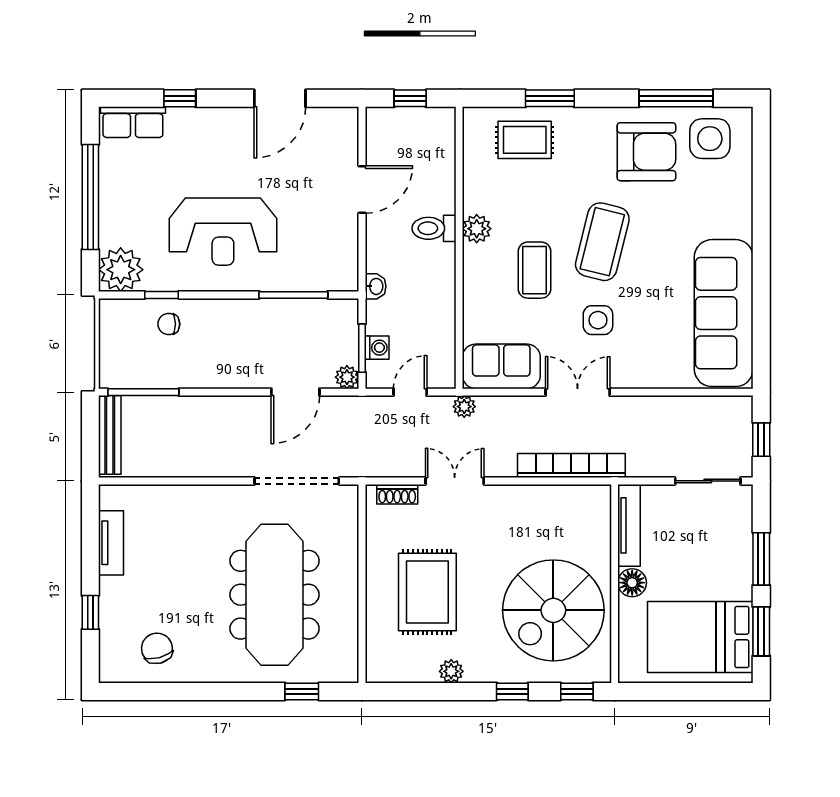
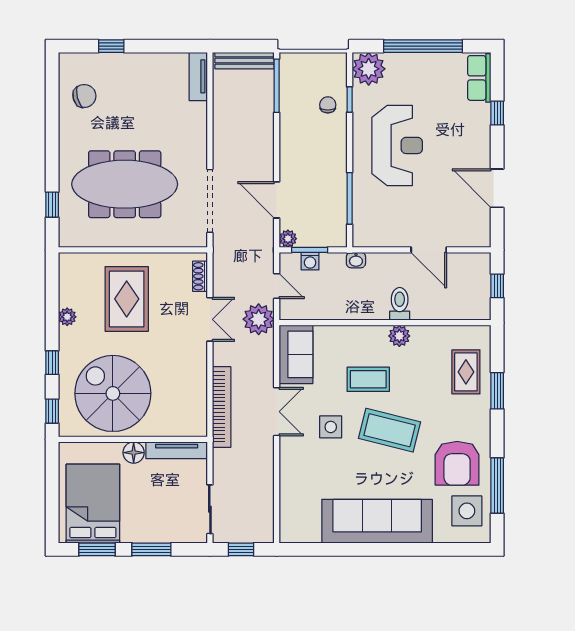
reception desk: (223, 232) -> (397, 145), turned 180
sofa: (724, 313) -> (377, 521), moved
plant: (464, 407) -> (259, 319), width x1.88, depth x1.88
tv unit: (111, 543) -> (198, 76), moved, turned 90
rug: (427, 592) -> (127, 299), turned 90

